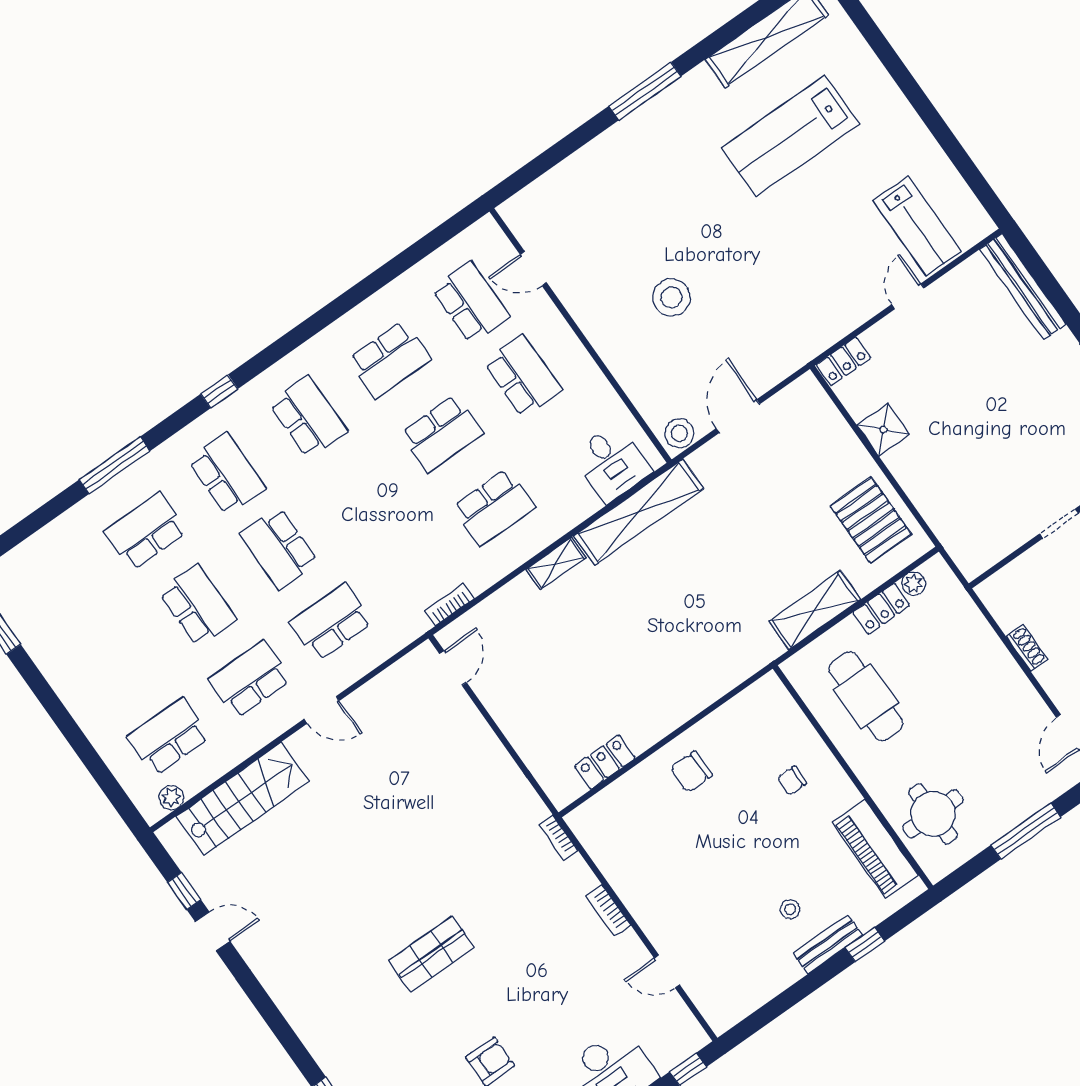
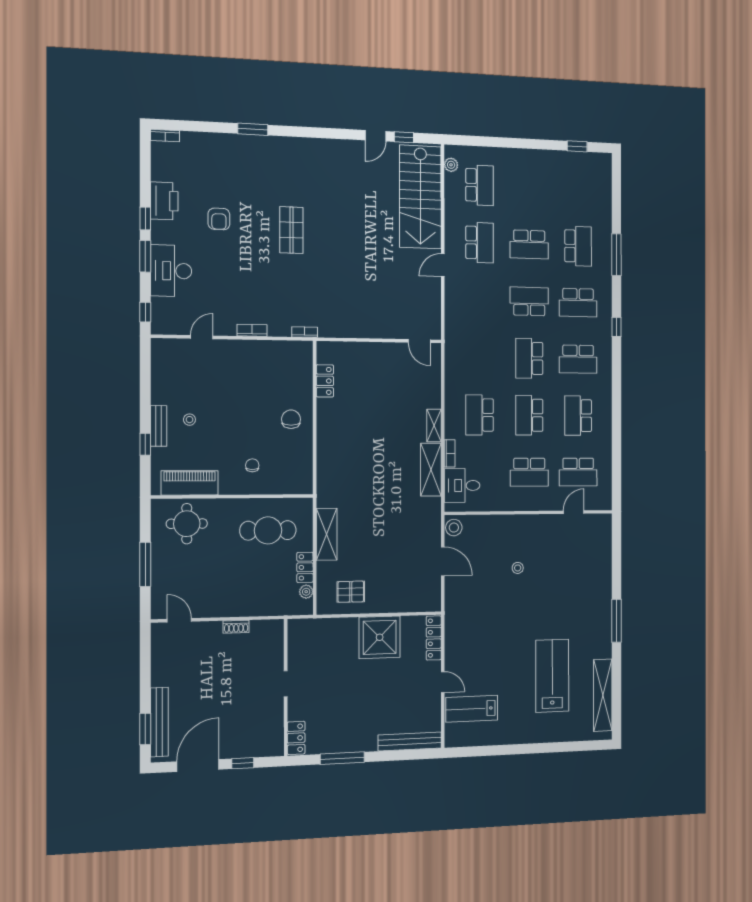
stool: (671, 297) -> (518, 568), width x0.53, depth x0.53
locker: (843, 361) -> (434, 638), width x1.53
shower: (883, 430) -> (380, 637), width x1.86, depth x1.86
shelving: (639, 512) -> (431, 470), width x0.68
pallet: (871, 520) -> (351, 592), width x0.67, depth x0.71
bookcase: (449, 605) -> (450, 453), moved
school desk: (331, 622) -> (529, 358), moved, turned 180
stairs: (243, 799) -> (420, 197), width x1.36, depth x1.51

